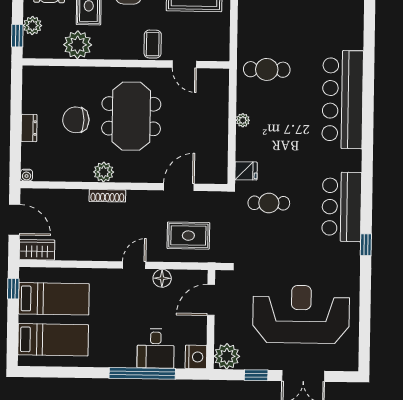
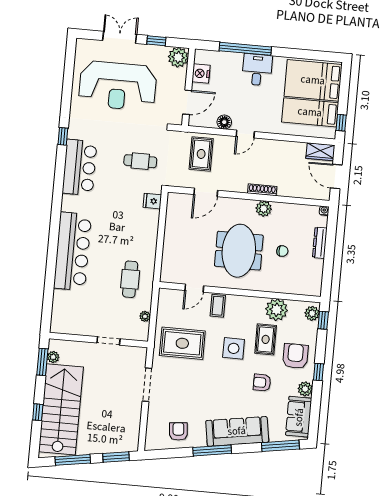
plant: (32, 25) -> (312, 313), moved
door: (184, 64) -> (194, 288), swing flipped
cafe table: (267, 69) -> (130, 279), turned 90
chair: (76, 120) -> (282, 251), width x0.54, depth x0.54
plant: (243, 120) -> (145, 316), moved
dresser: (29, 128) -> (320, 243), width x1.44
cafe table: (269, 203) -> (140, 161), moved
rug: (188, 236) -> (201, 154), turned 90
bed: (53, 340) -> (313, 80), width x1.50
desk: (156, 348) -> (257, 70), moved
nightstand: (196, 357) -> (201, 74), moved

